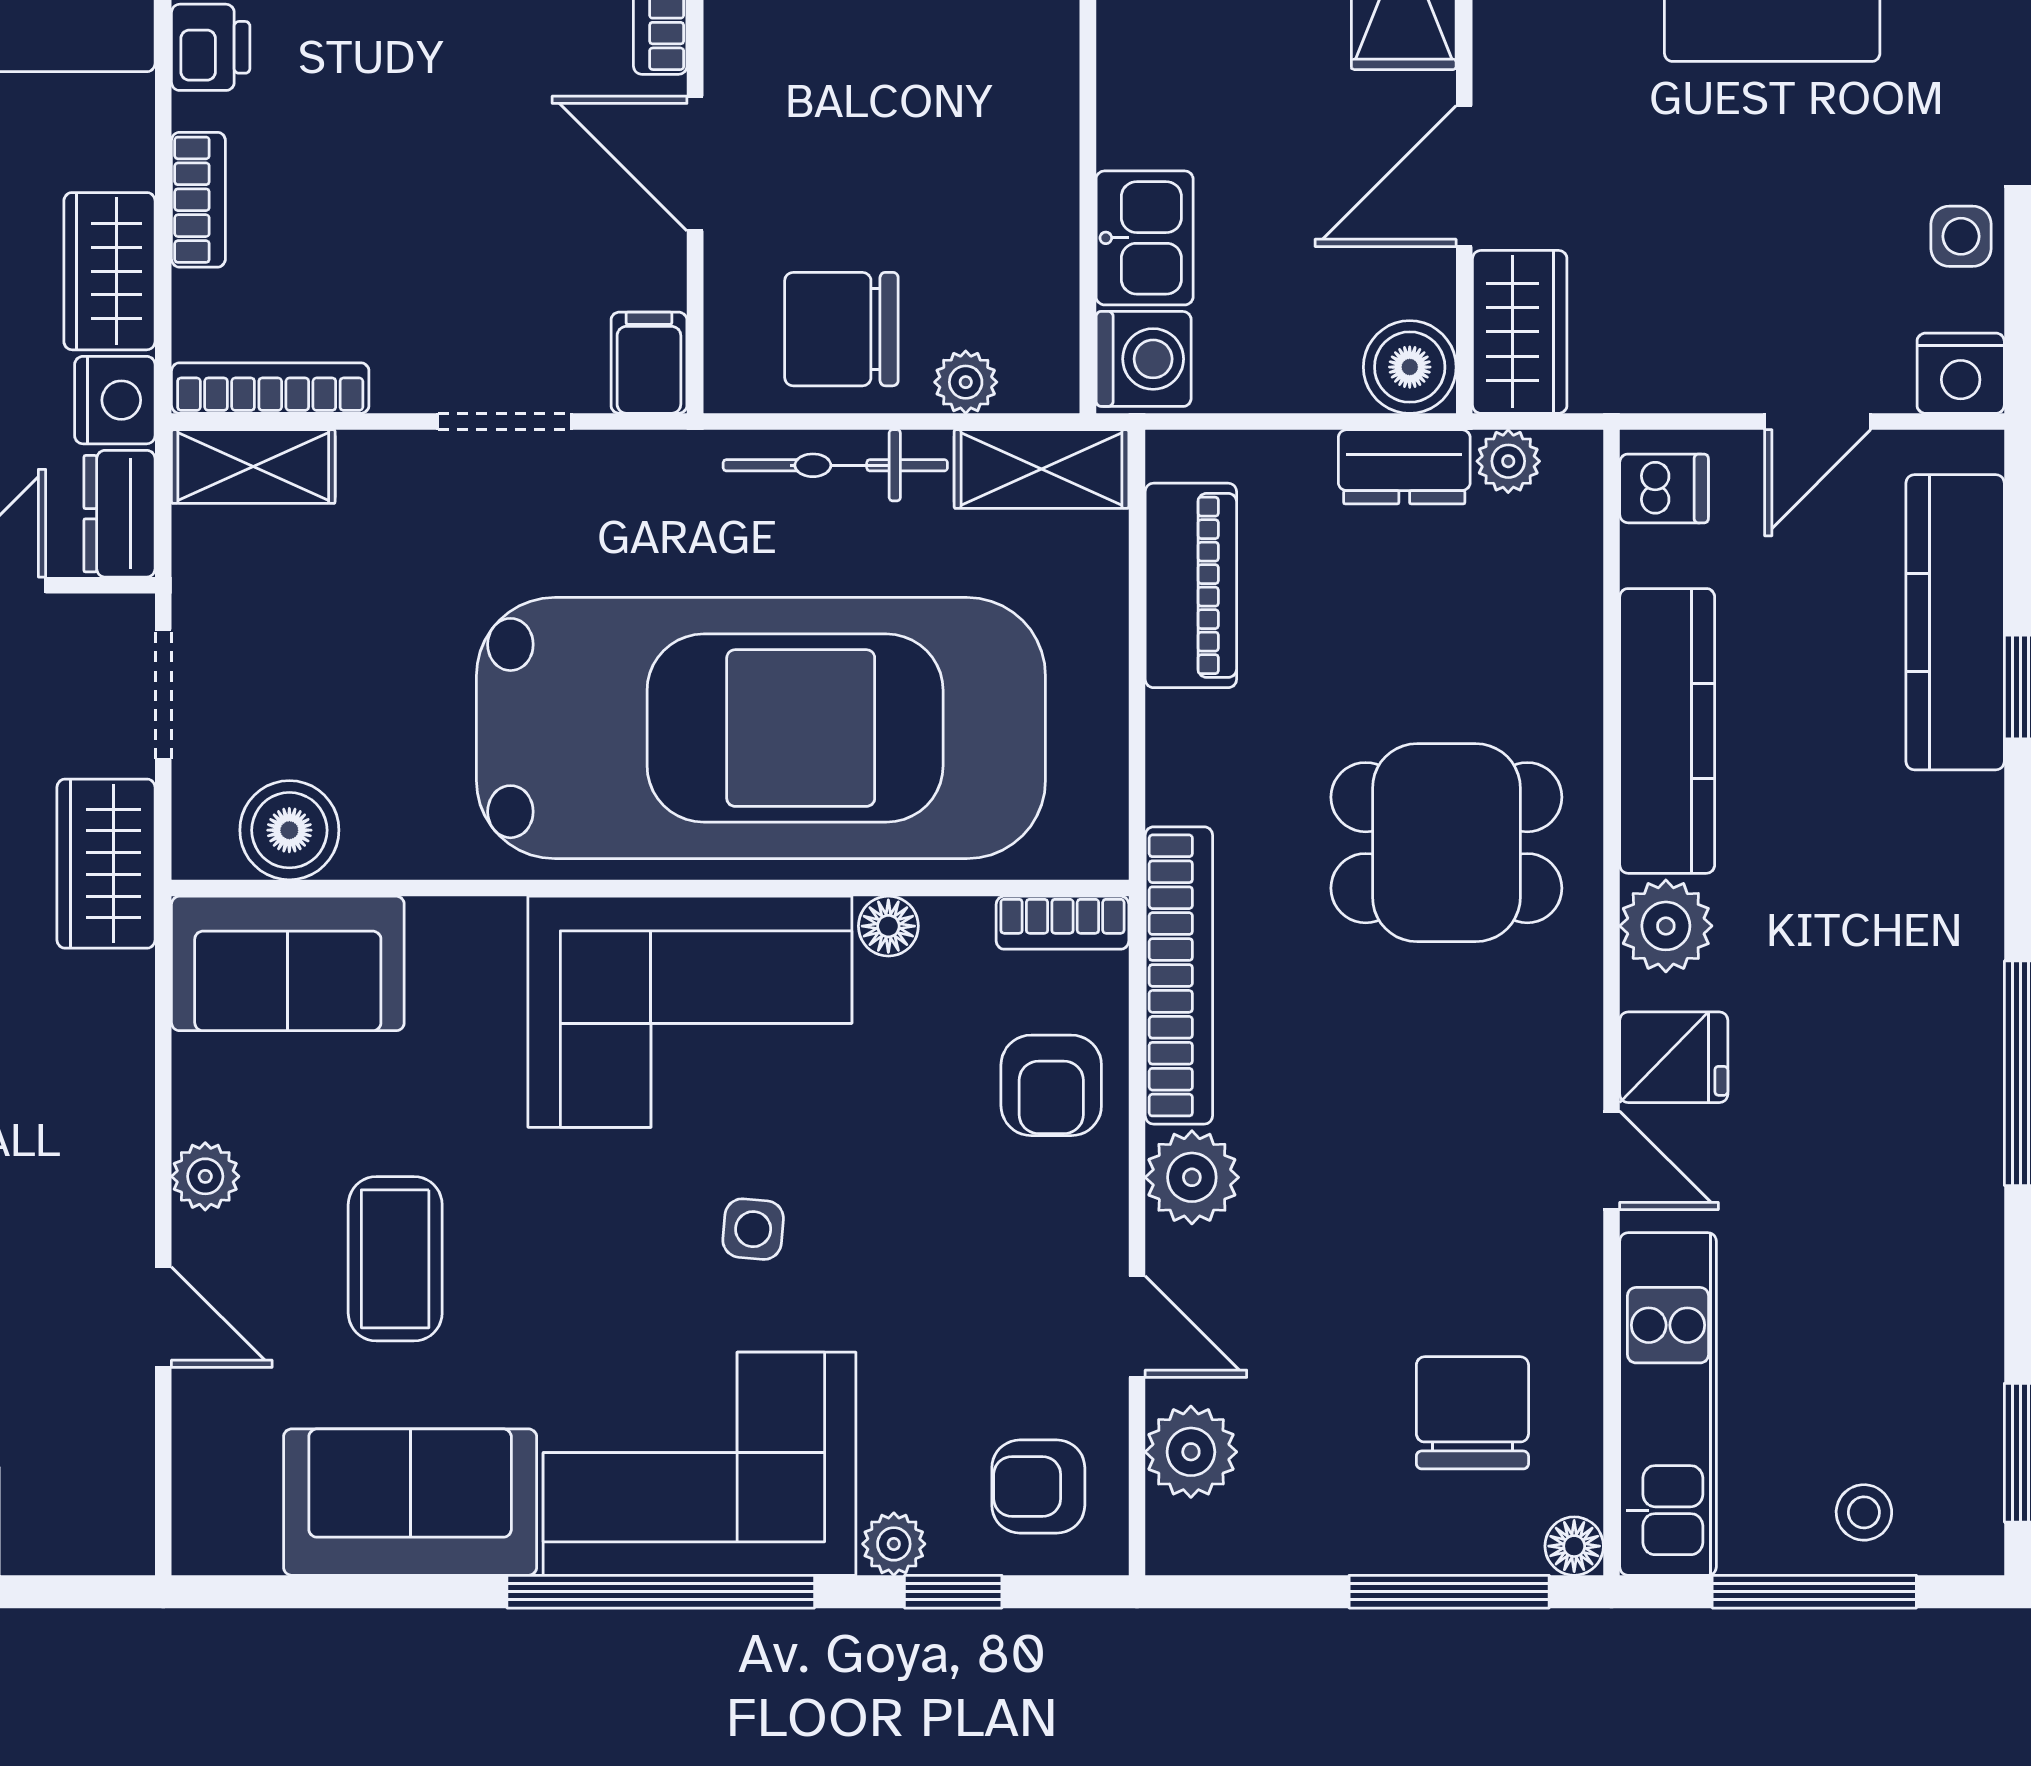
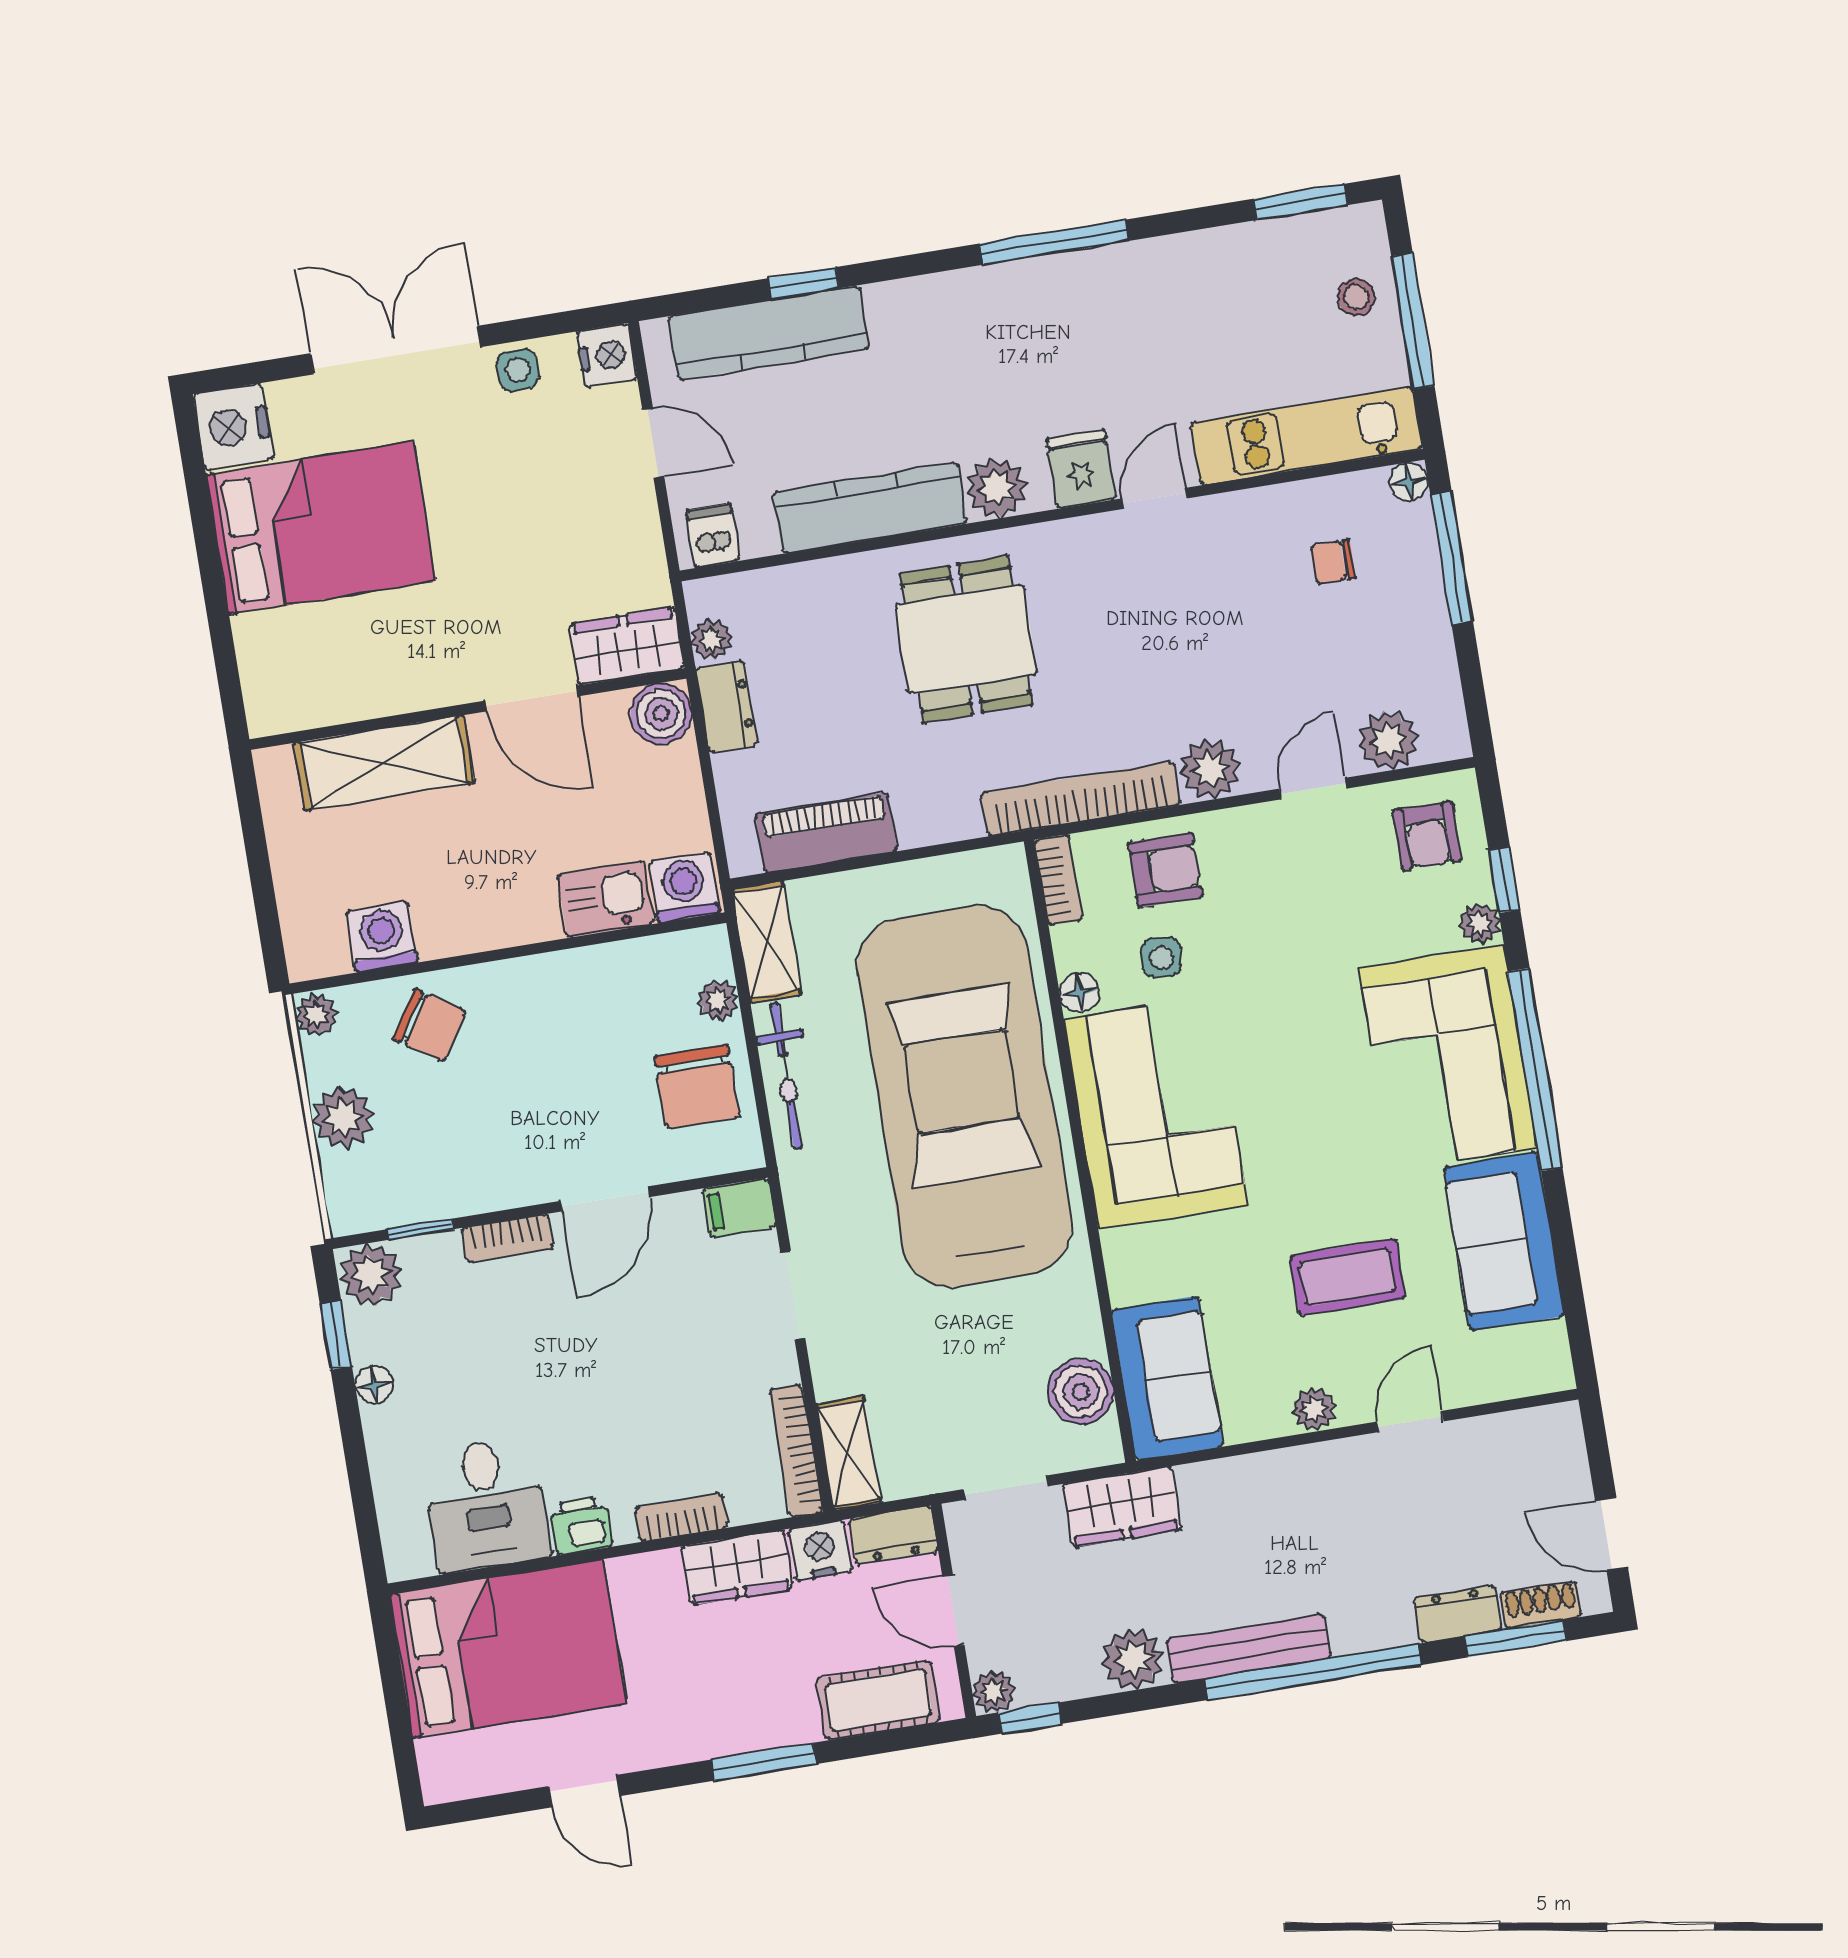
side table: (753, 1229) -> (1161, 957), moved
chair: (1472, 1413) -> (1333, 562), width x0.54, depth x0.54

